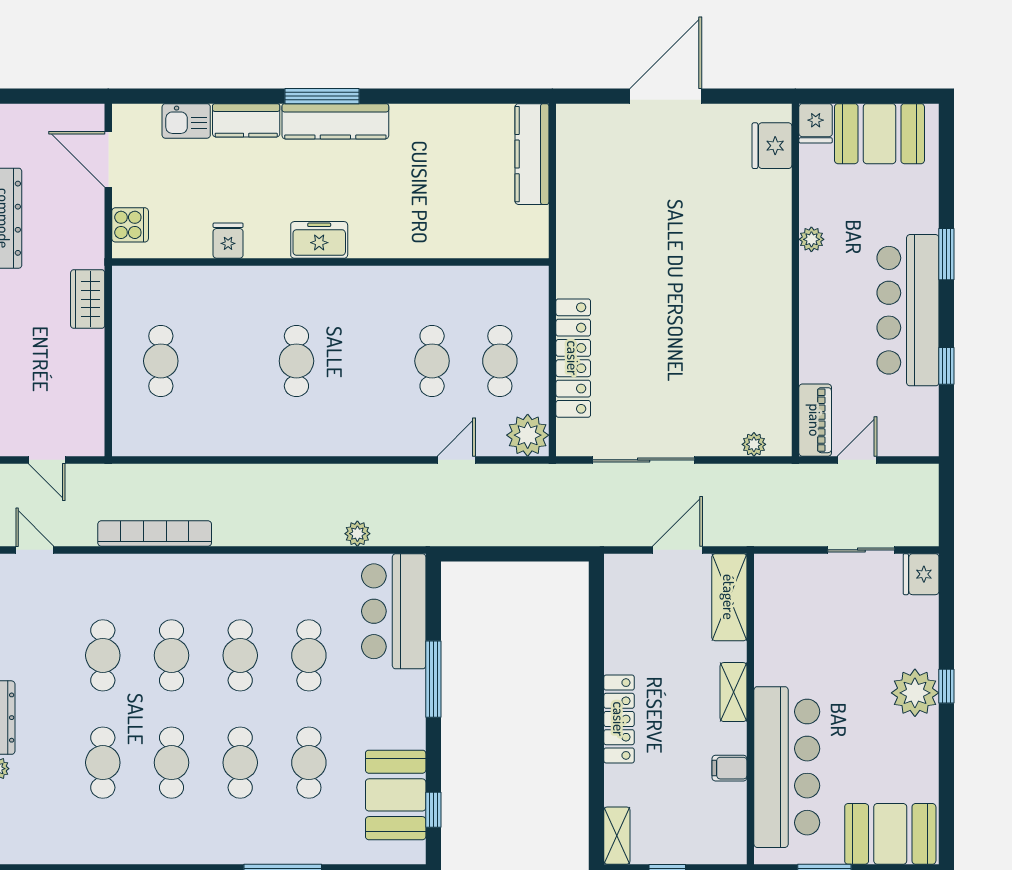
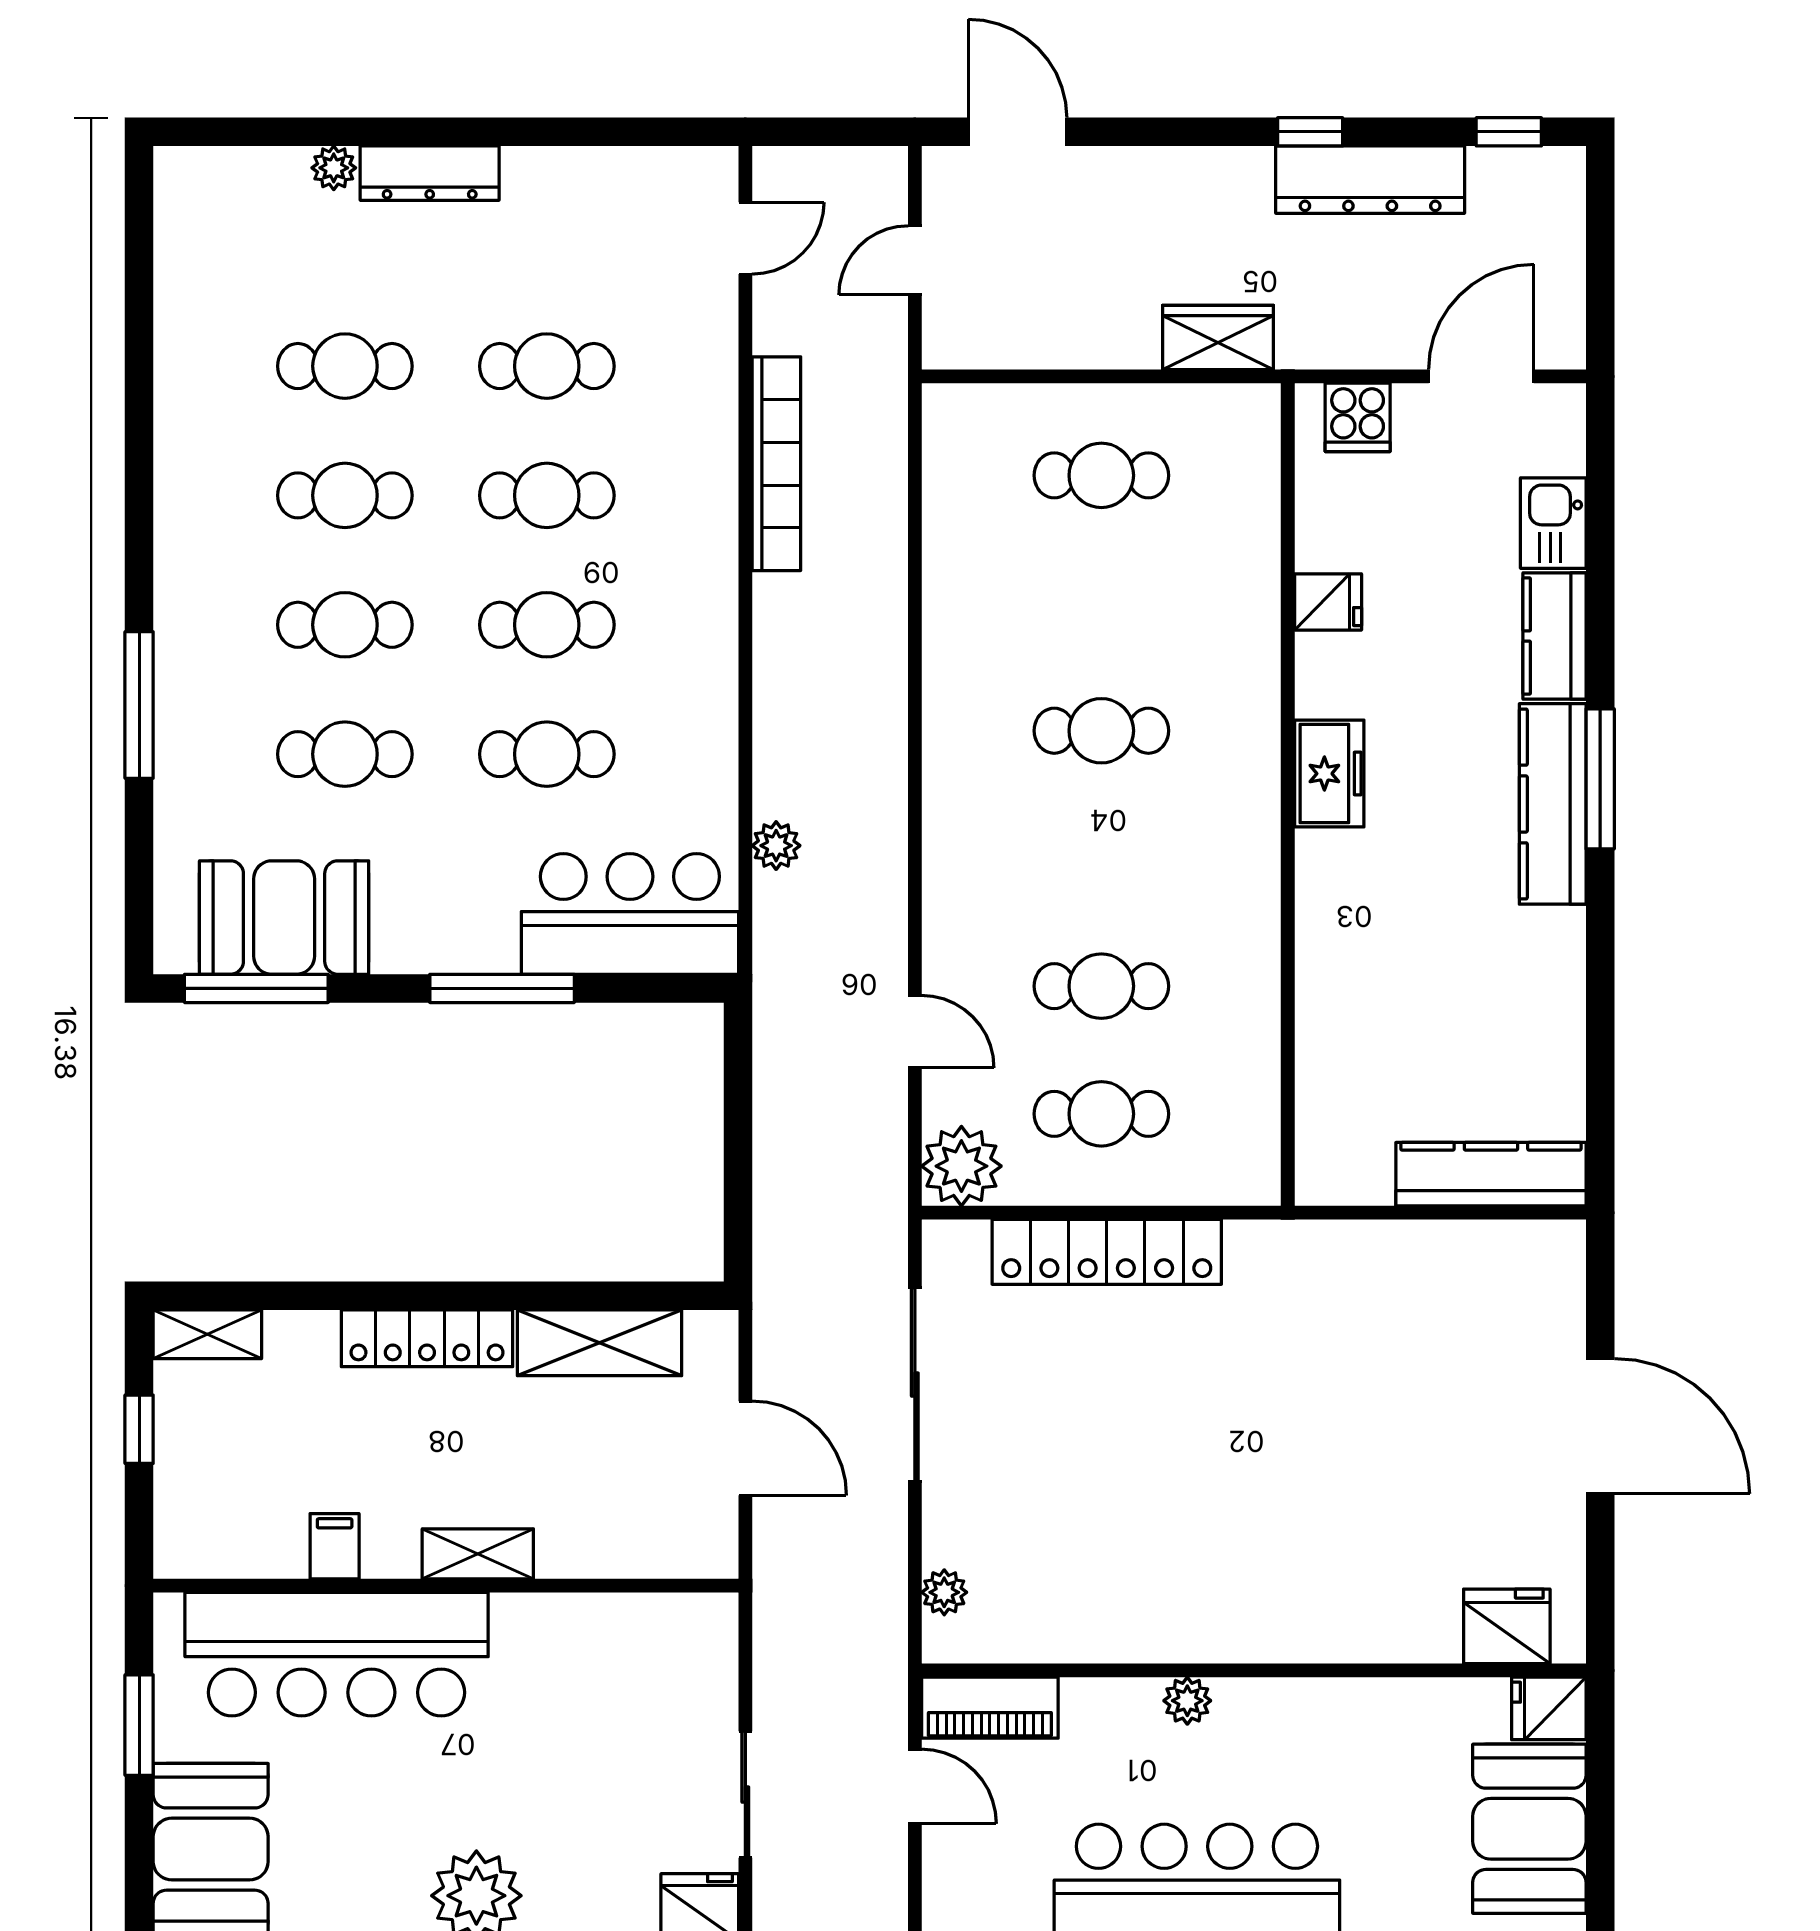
plant: (811, 239) -> (1187, 1701), moved
shelving: (729, 597) -> (599, 1343), moved
window: (433, 810) -> (256, 988), width x2.17

